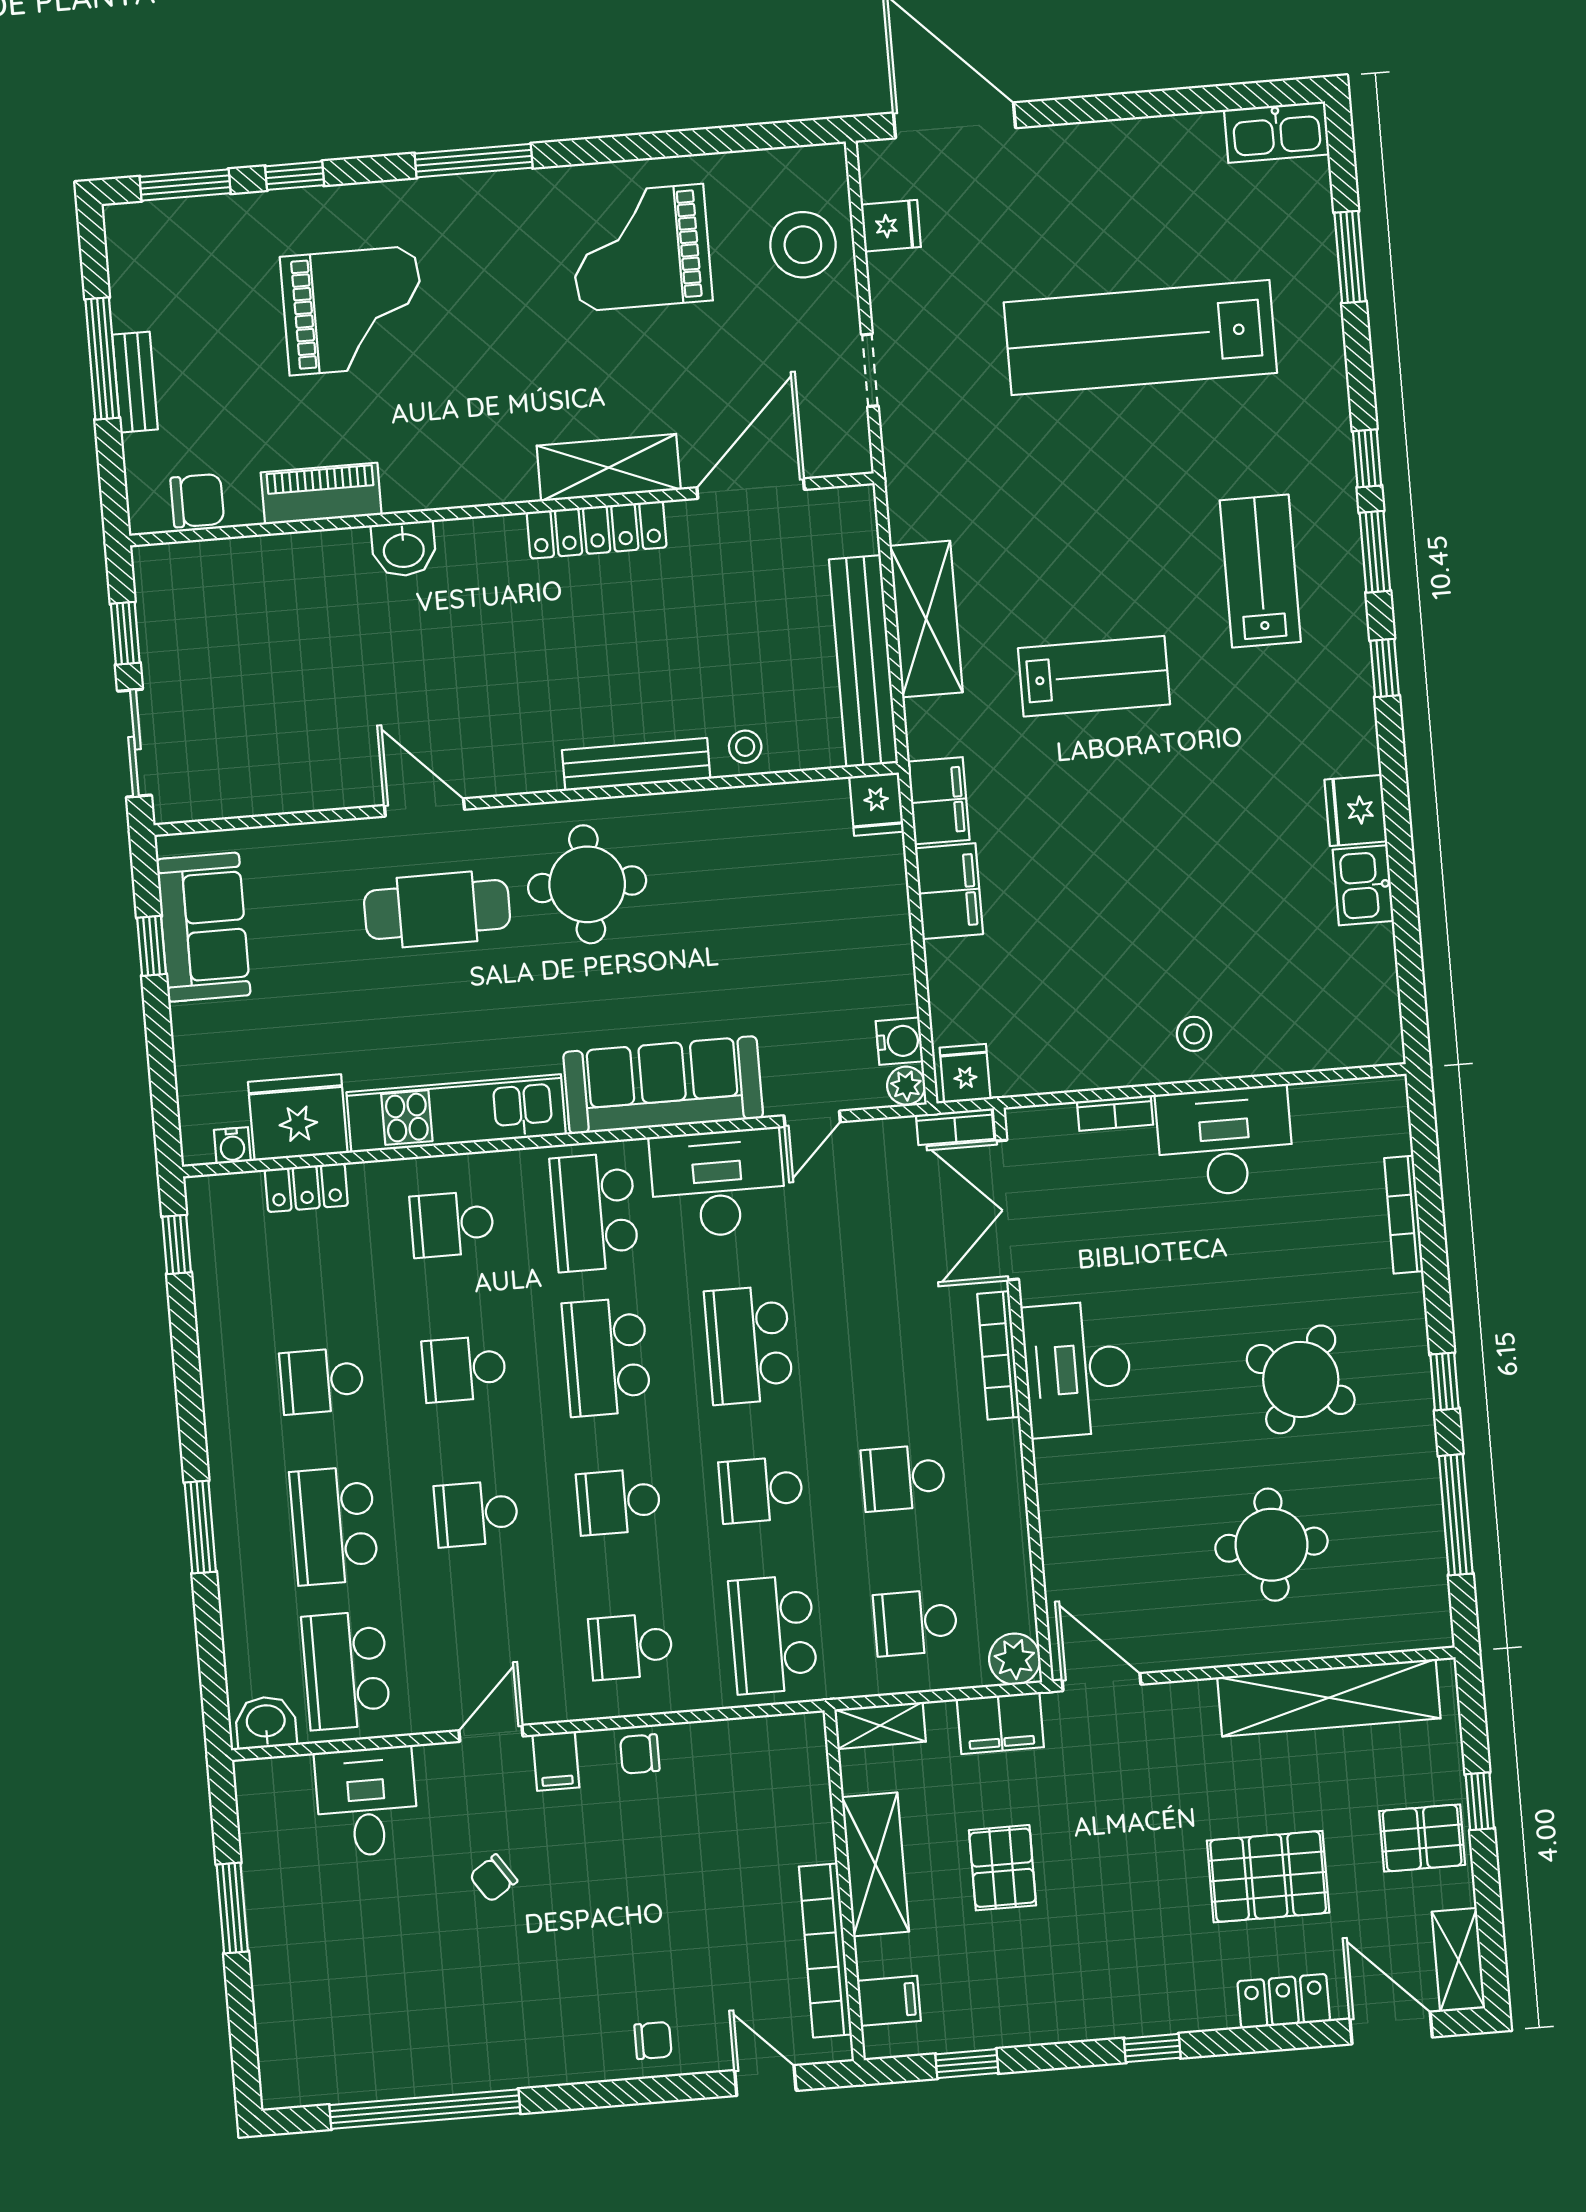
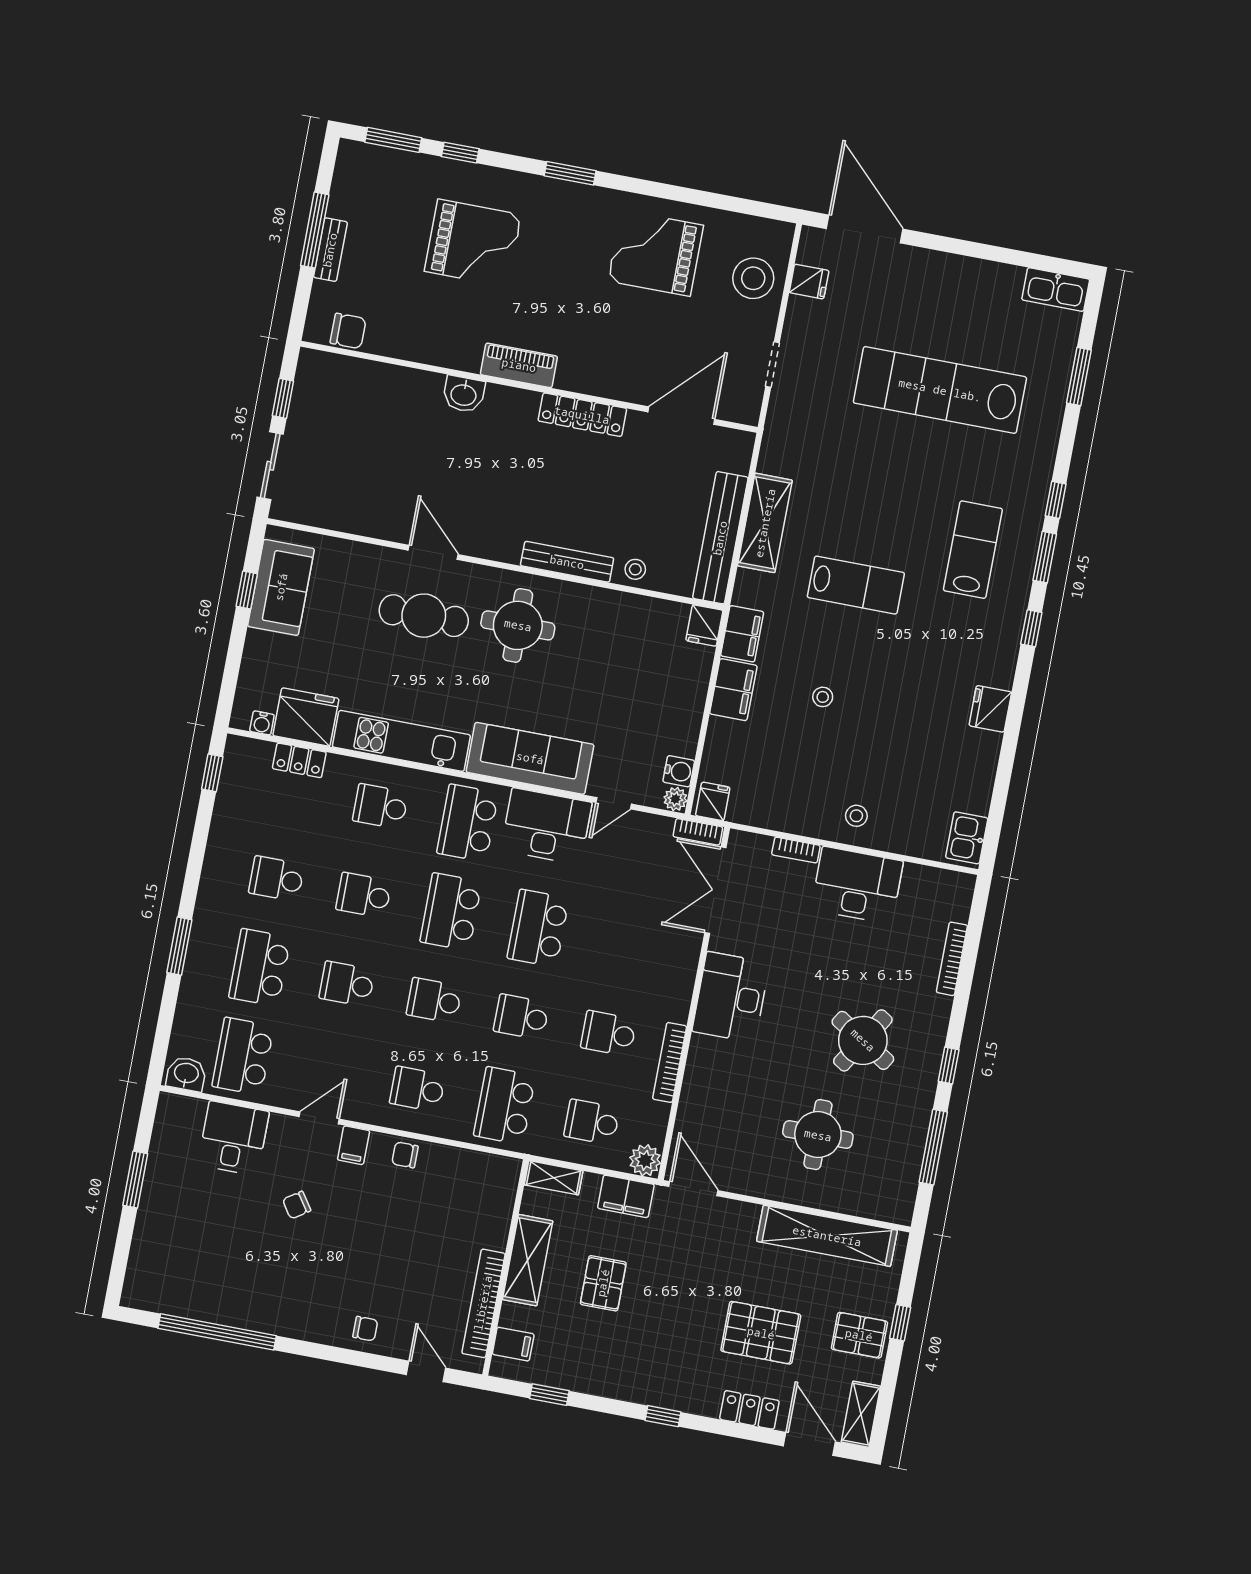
window: (474, 161) -> (570, 173), width x0.69
shelving: (609, 468) -> (600, 379), removed
piano: (321, 494) -> (519, 365), moved
stool: (1091, 864) -> (823, 697), added
kitchen sink: (1363, 885) -> (967, 838), moved
bookcase: (999, 1355) -> (670, 1062), moved

